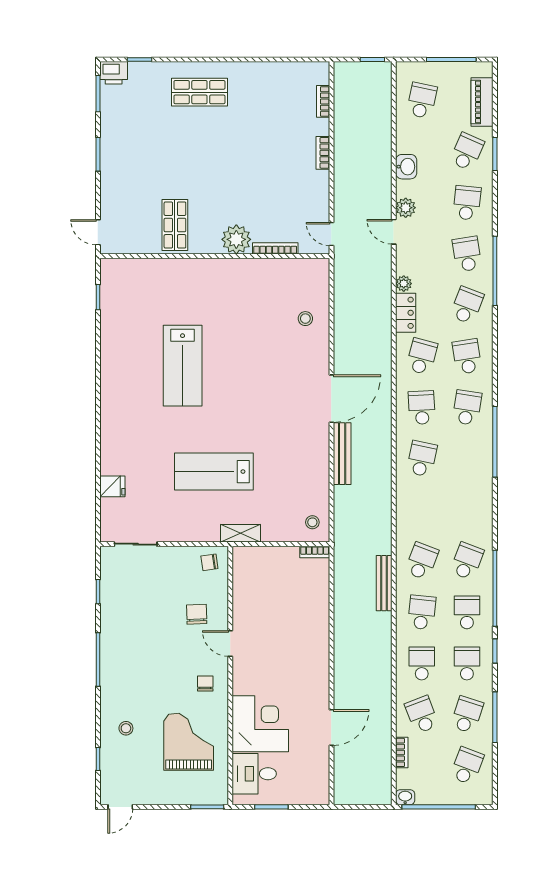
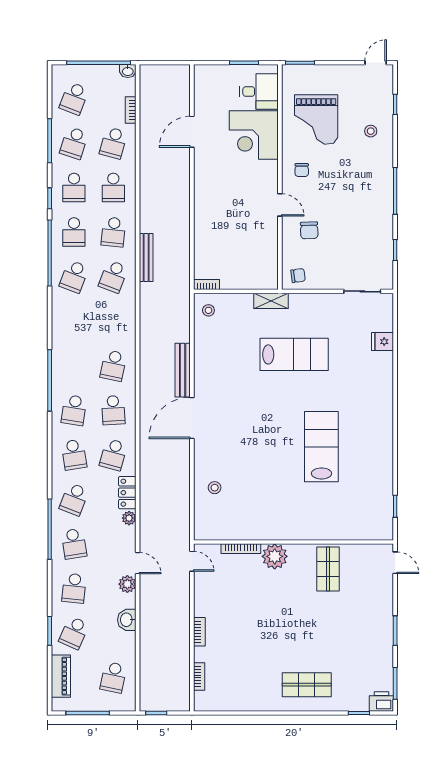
school desk: (422, 715) -> (113, 143), turned 36

